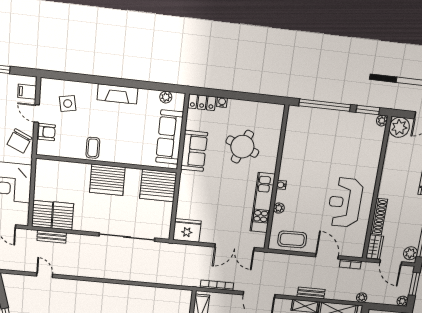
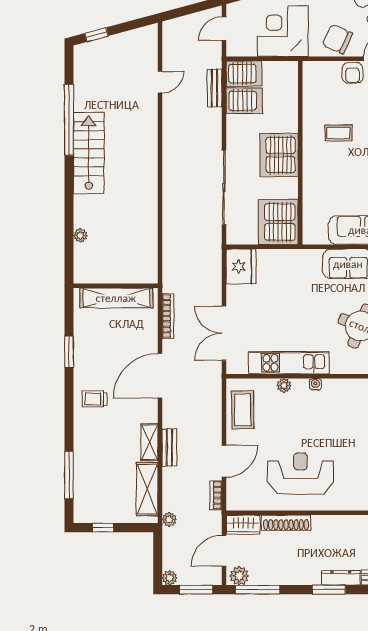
wall: (107, 164) -> (300, 153), moved
server rack: (107, 180) -> (279, 155), moved
server rack: (158, 186) -> (278, 222), moved

